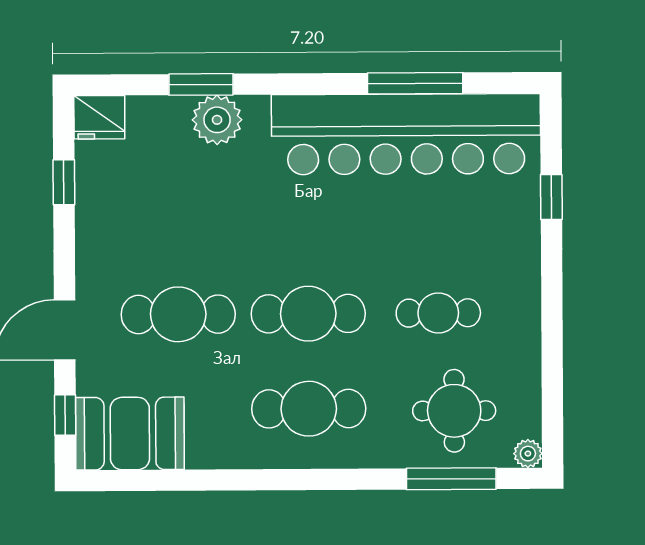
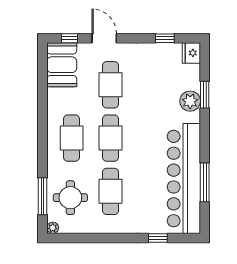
cafe table: (438, 313) -> (110, 191), width x1.37, depth x1.35

